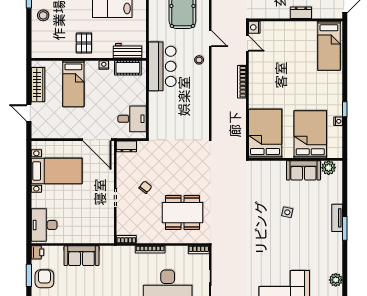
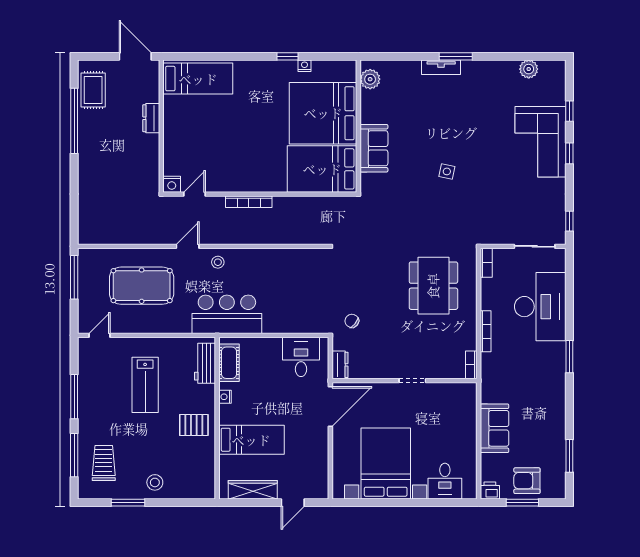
bed: (310, 134) -> (323, 113), width x1.36
sofa: (303, 170) -> (374, 148), moved
bed with nightstands: (57, 171) -> (386, 463), width x1.36
chair: (145, 187) -> (352, 321), moved
side table: (287, 212) -> (447, 171), moved
desk: (44, 225) -> (445, 481), width x0.73

